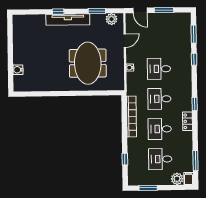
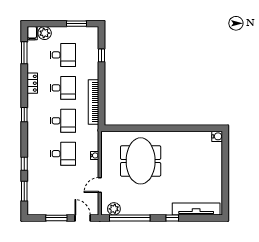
window: (97, 11) -> (130, 218), width x2.11
tv unit: (68, 20) -> (196, 209), moved
water cooler: (18, 70) -> (217, 136), moved
locker: (188, 121) -> (32, 83), moved

